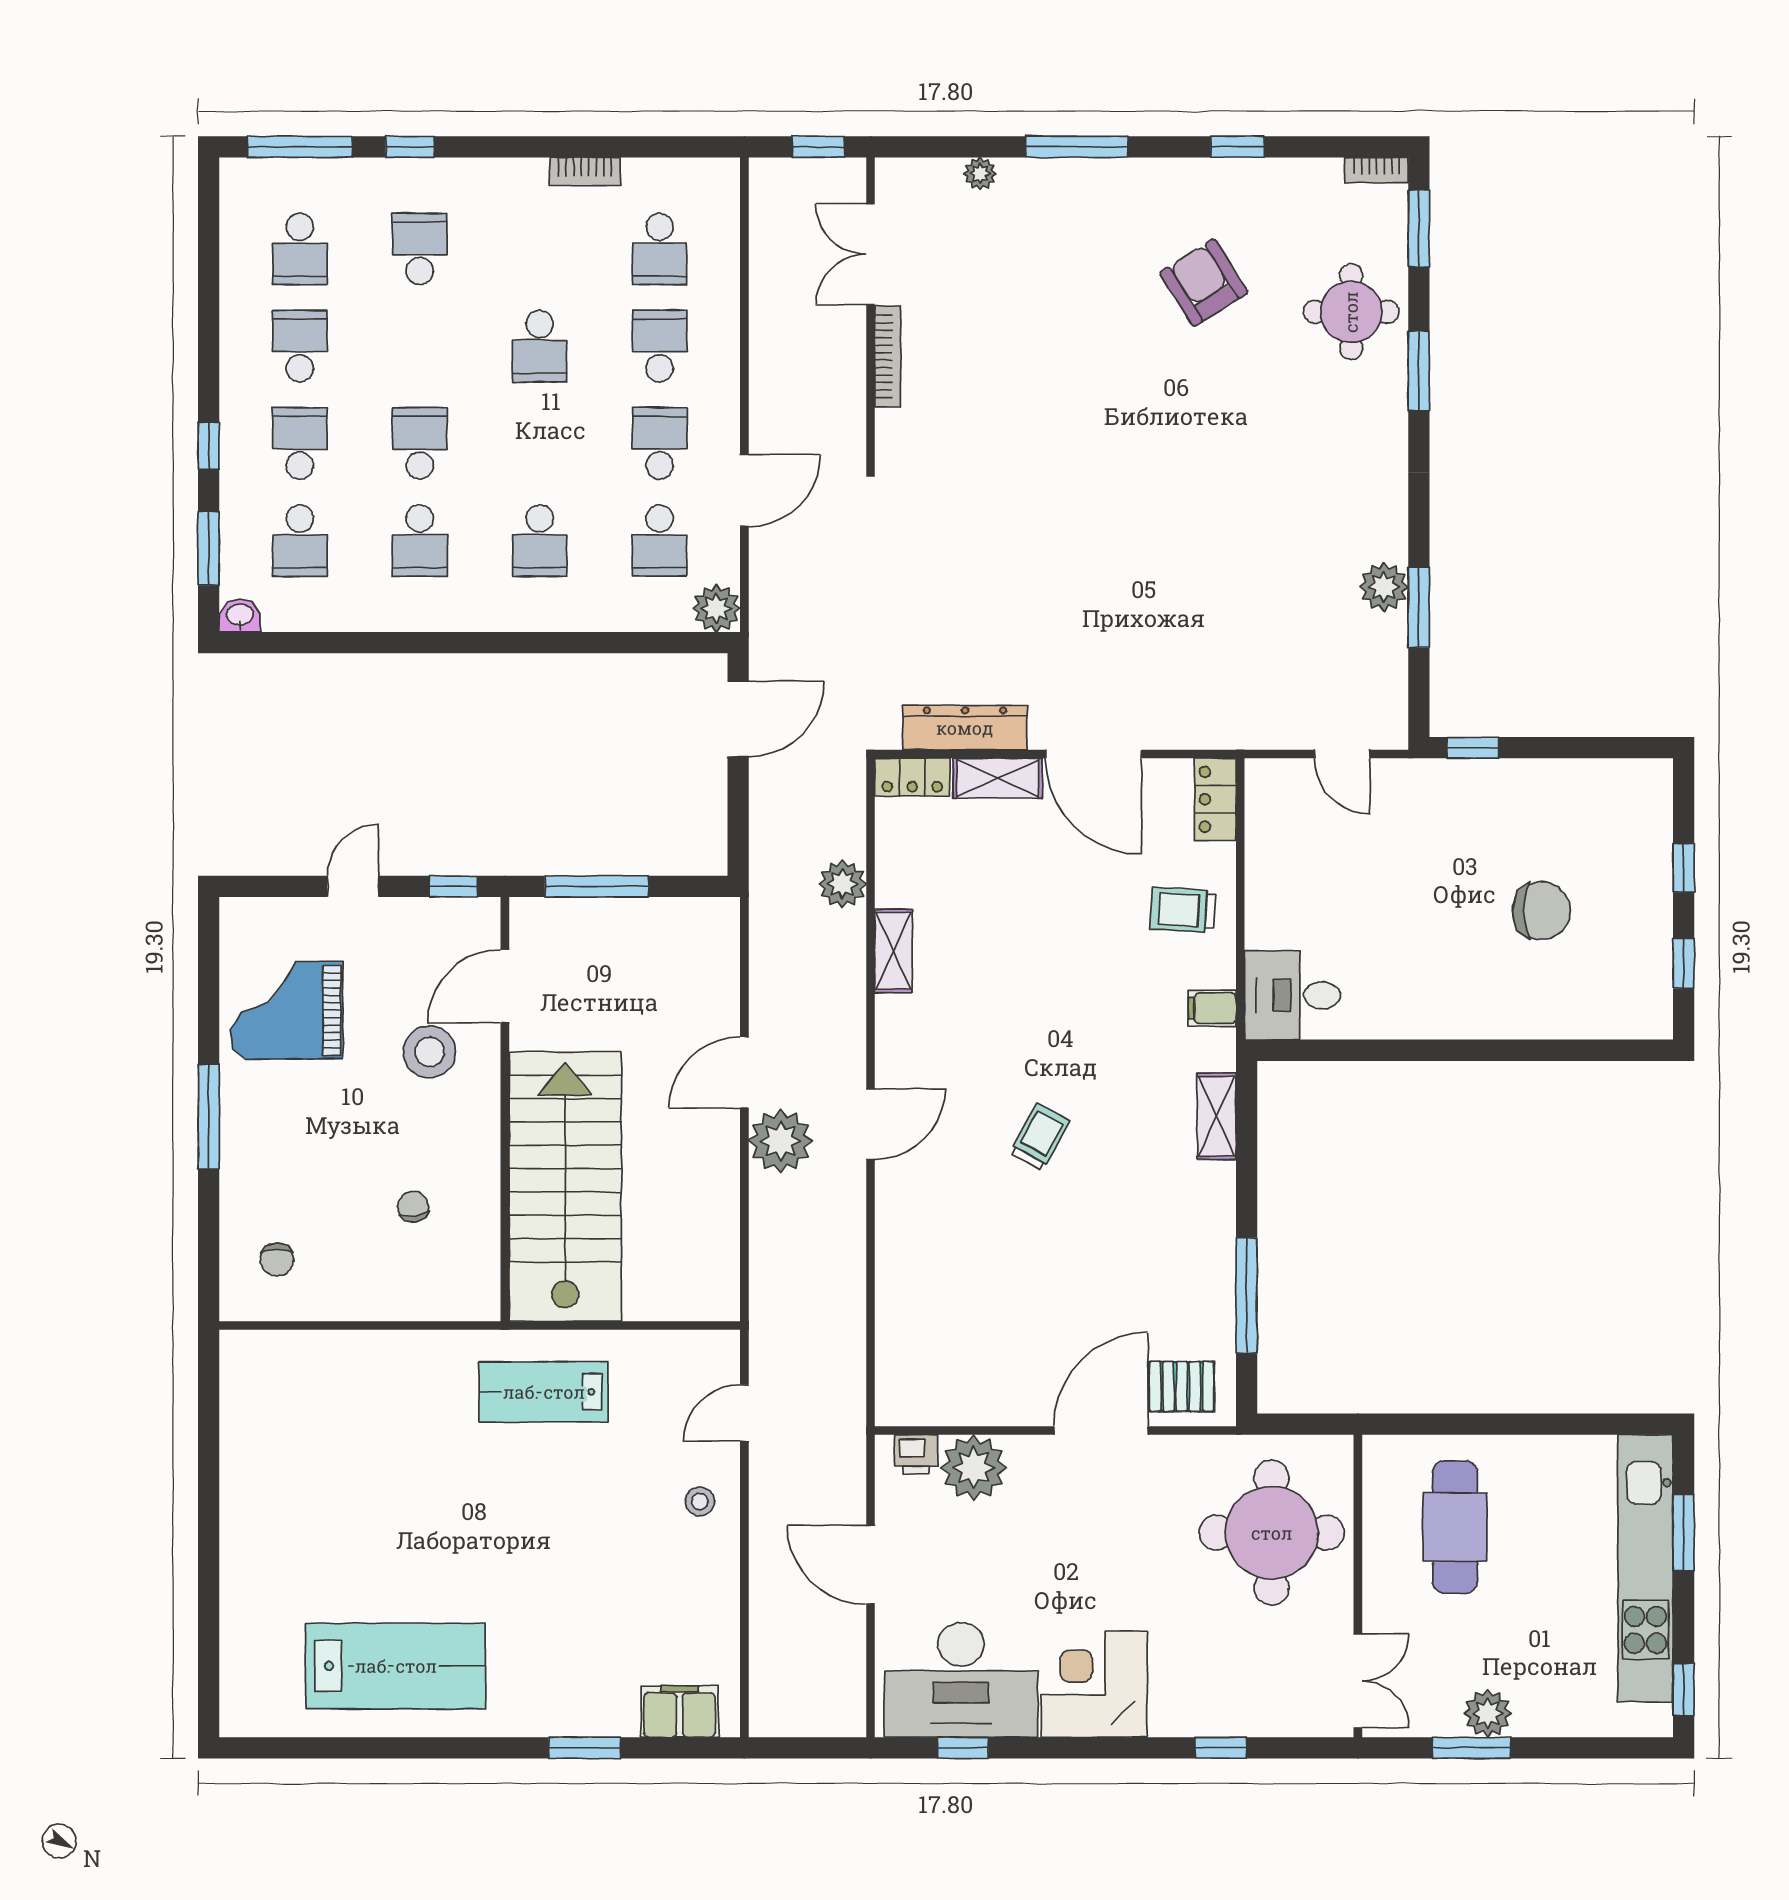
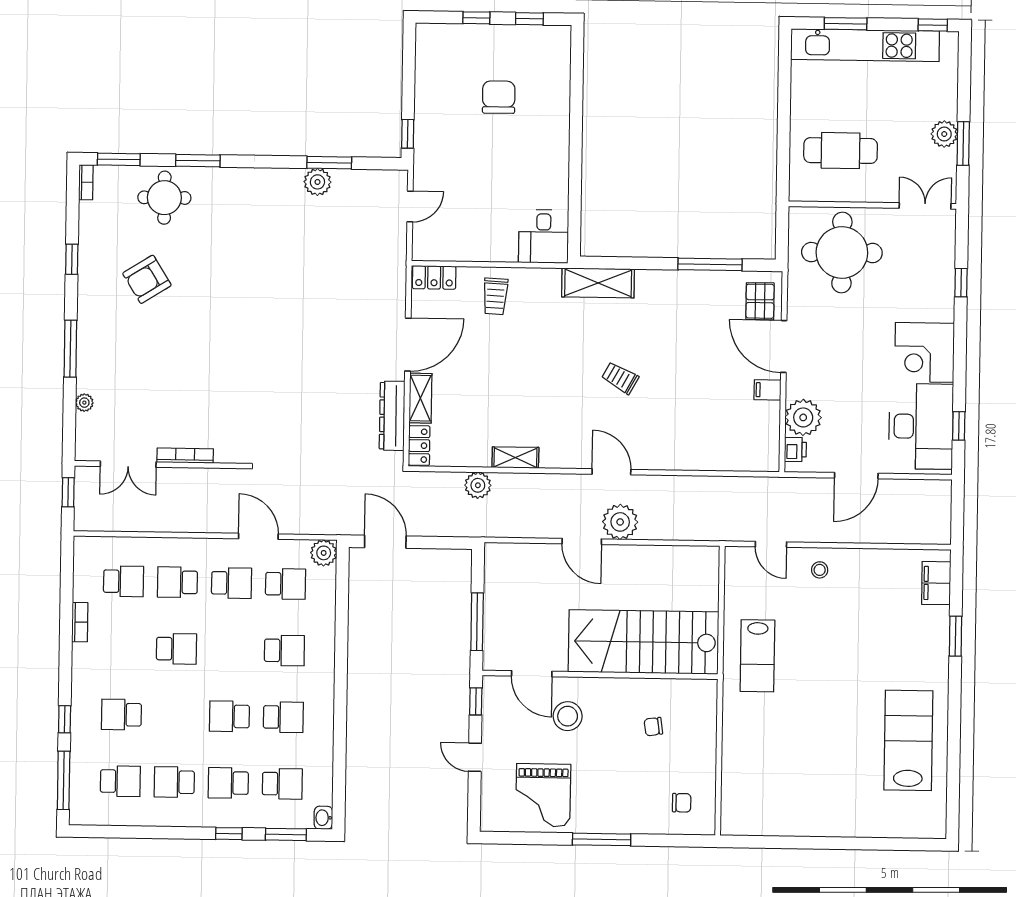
school desk: (660, 443) -> (231, 583), turned 180
filing cabinet: (1212, 1008) -> (767, 390), moved, turned 90
shelving: (1217, 1116) -> (598, 283), width x1.50, depth x1.33

